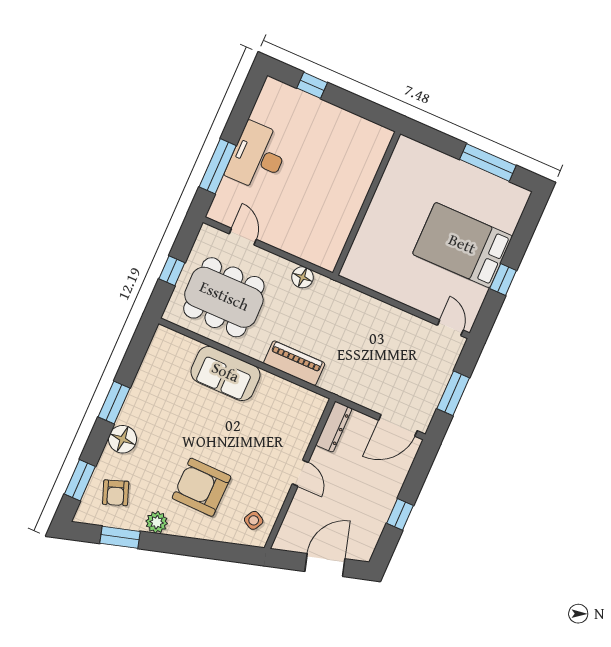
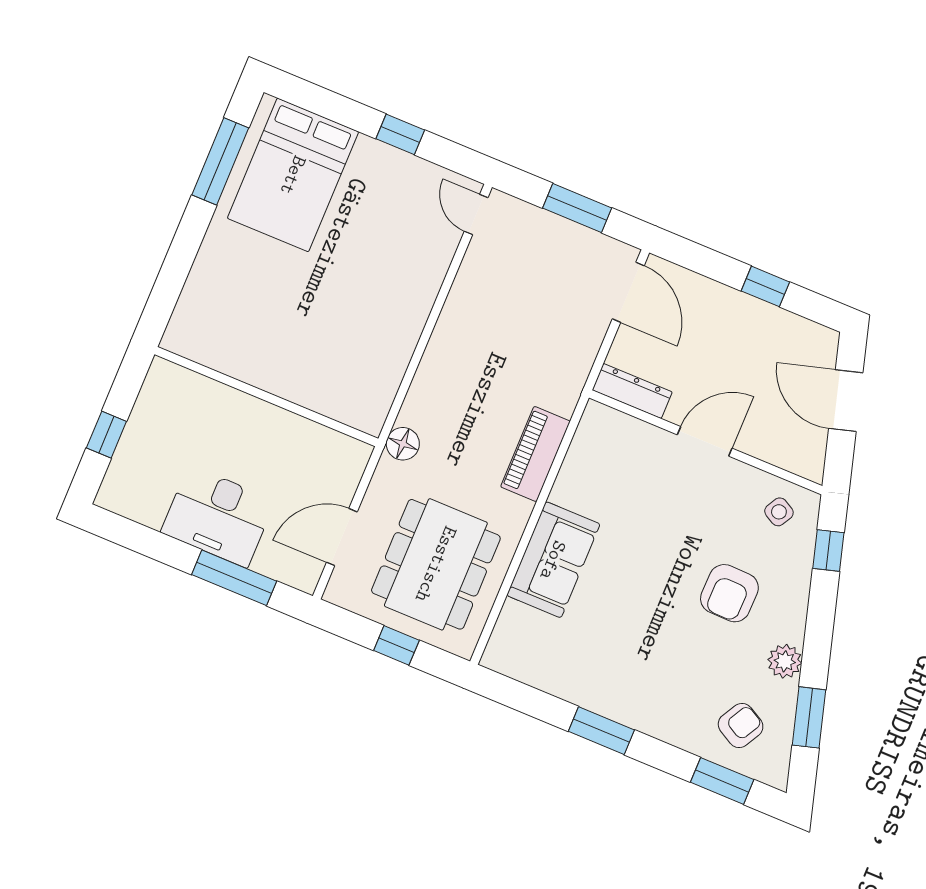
wall: (367, 203) -> (266, 397), moved
door: (243, 237) -> (342, 537), width x1.38
bed: (462, 245) -> (293, 175), moved
door: (450, 328) -> (476, 214), hinge flipped
floor lamp: (123, 439) -> (658, 716), removed
door: (300, 473) -> (705, 441), width x1.38
armchair: (202, 487) -> (729, 593), width x0.73, depth x0.73
armchair: (116, 493) -> (741, 725), turned -41
window: (228, 552) -> (828, 551), added

